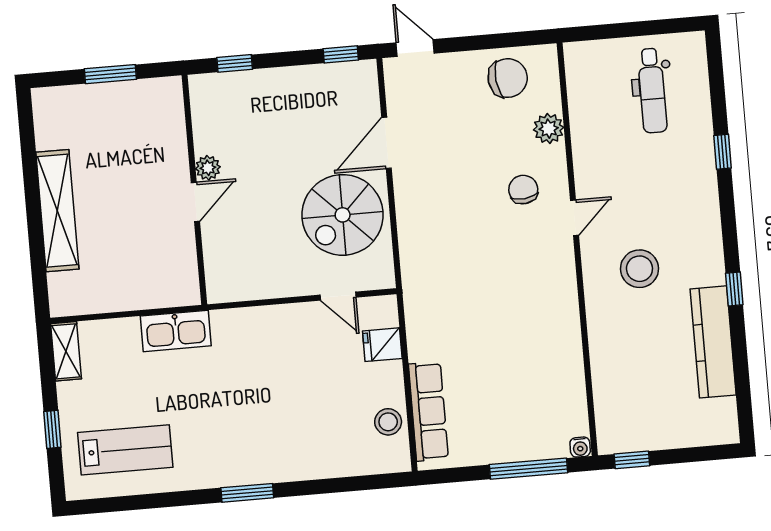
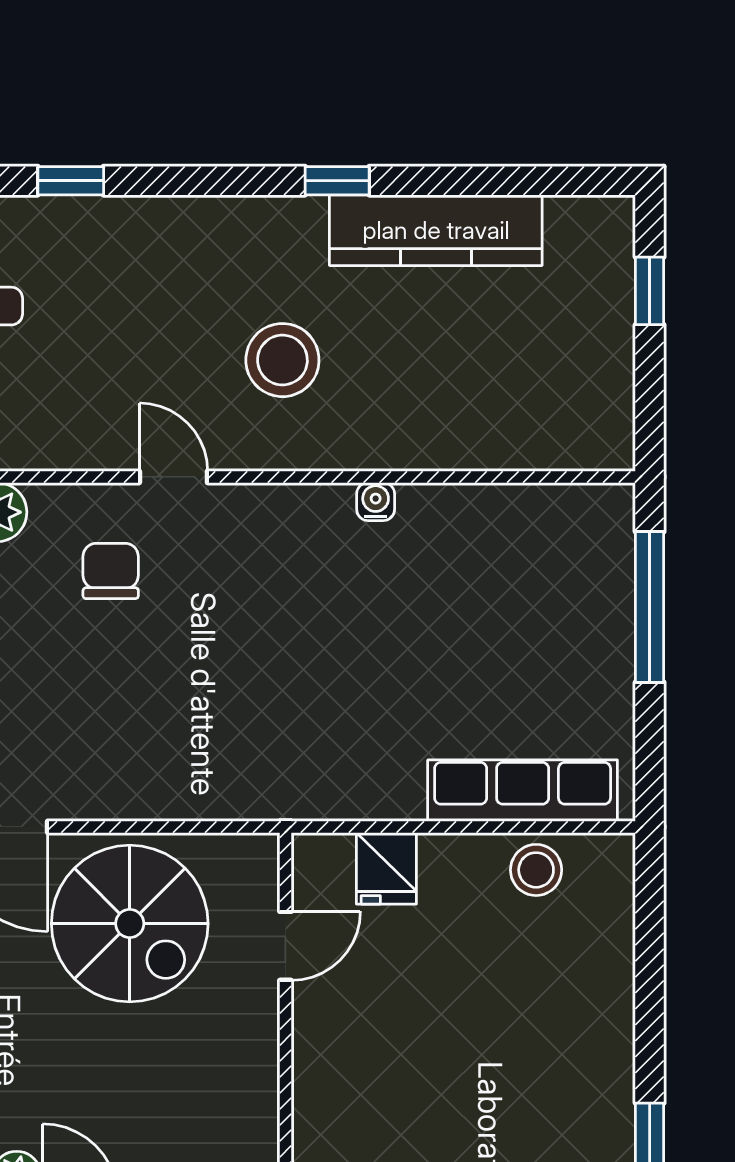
chair: (523, 190) -> (111, 571), turned 96
water cooler: (580, 447) -> (376, 502), moved, turned -90
window: (632, 460) -> (650, 291), moved

